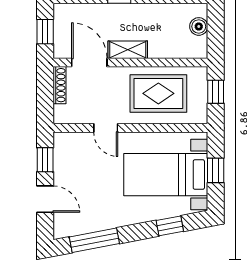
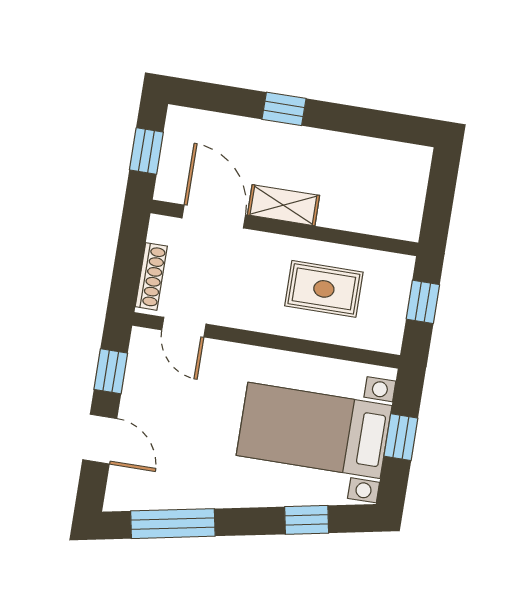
boiler: (199, 26) -> (412, 185), removed
shoe rack: (59, 85) -> (151, 276), moved
rug: (158, 93) -> (324, 289), width x0.73, depth x0.70
door: (106, 128) -> (184, 327), moved

